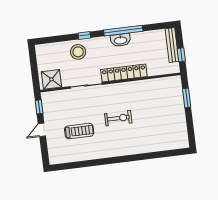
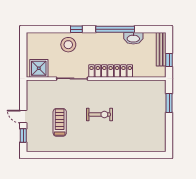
washbasin: (121, 40) -> (133, 38), moved
window: (39, 107) -> (23, 136), moved
door: (42, 130) -> (23, 117), hinge flipped
treadmill: (79, 131) -> (60, 122), turned -90

